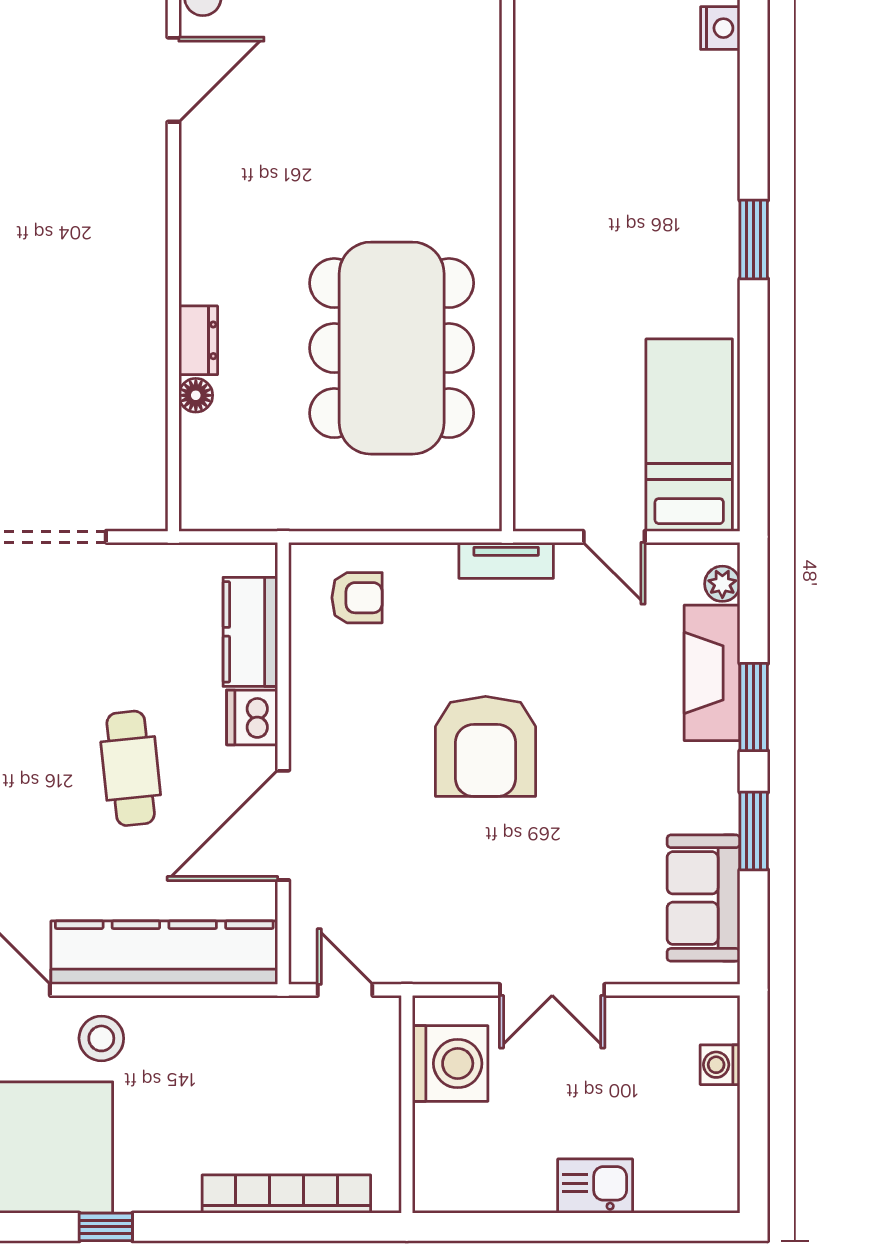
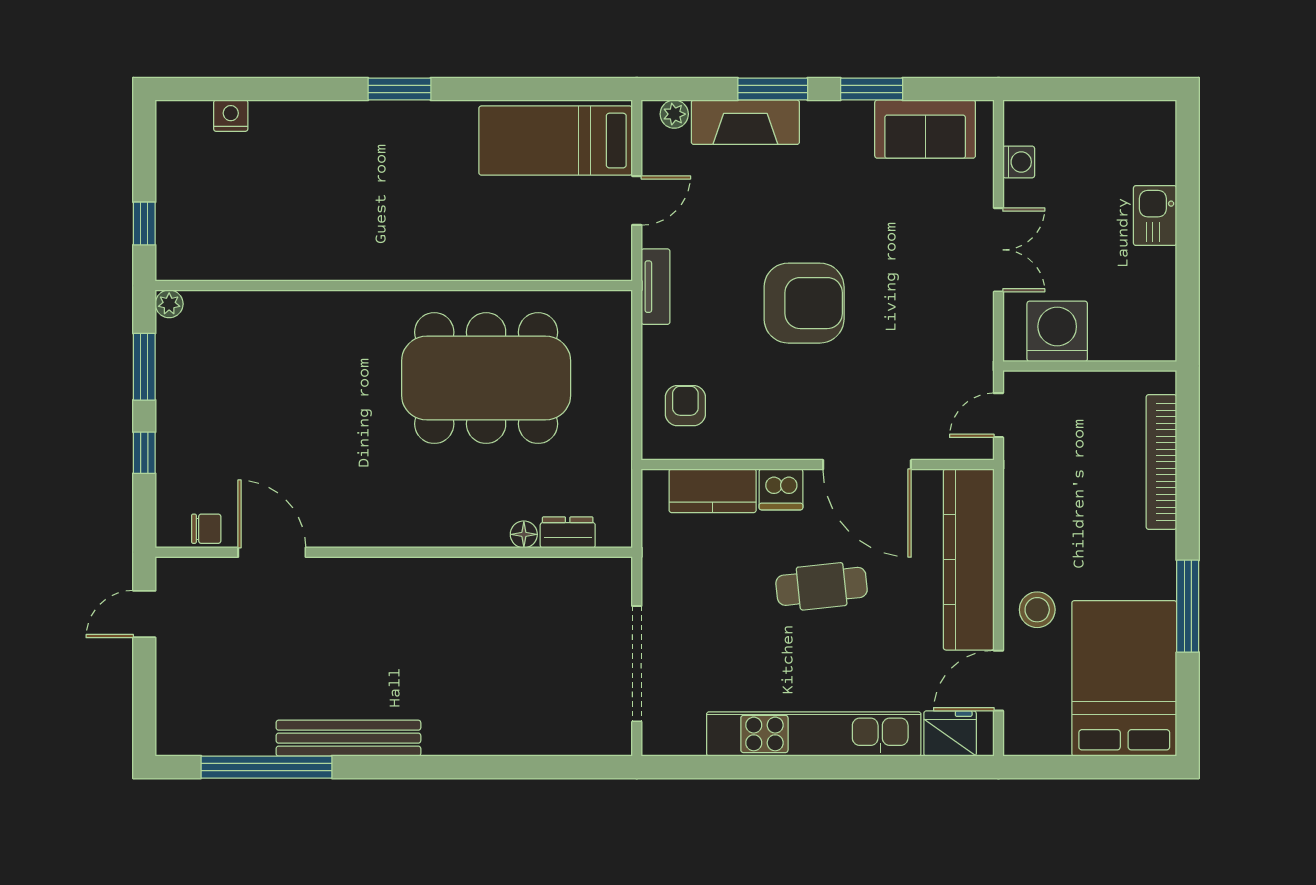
dresser: (198, 340) -> (568, 532), moved
washing machine: (720, 1065) -> (1019, 162), moved, turned -90
window: (106, 1227) -> (1188, 606), width x2.17

